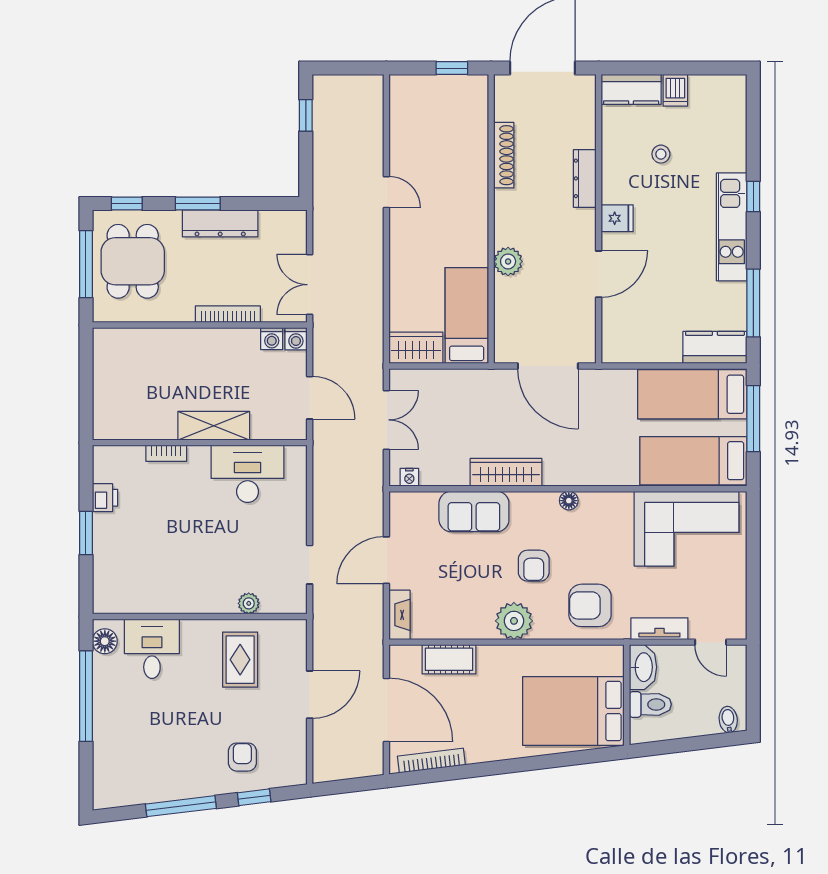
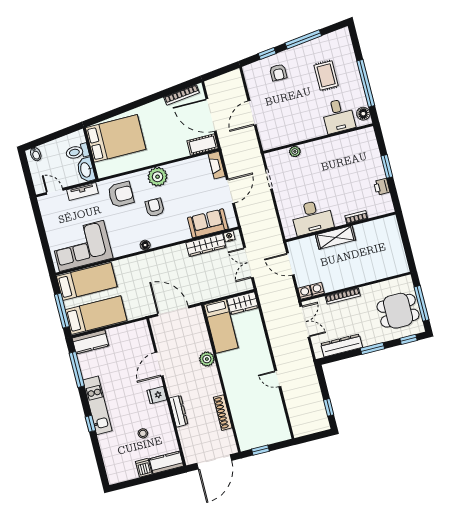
dresser: (220, 223) -> (342, 345), moved
dining table: (133, 261) -> (398, 311), turned 90
wardrobe: (506, 472) -> (206, 245), moved
sofa: (474, 511) -> (208, 223), moved
cot: (449, 659) -> (203, 145), moved
rug: (240, 660) -> (326, 75), moved

